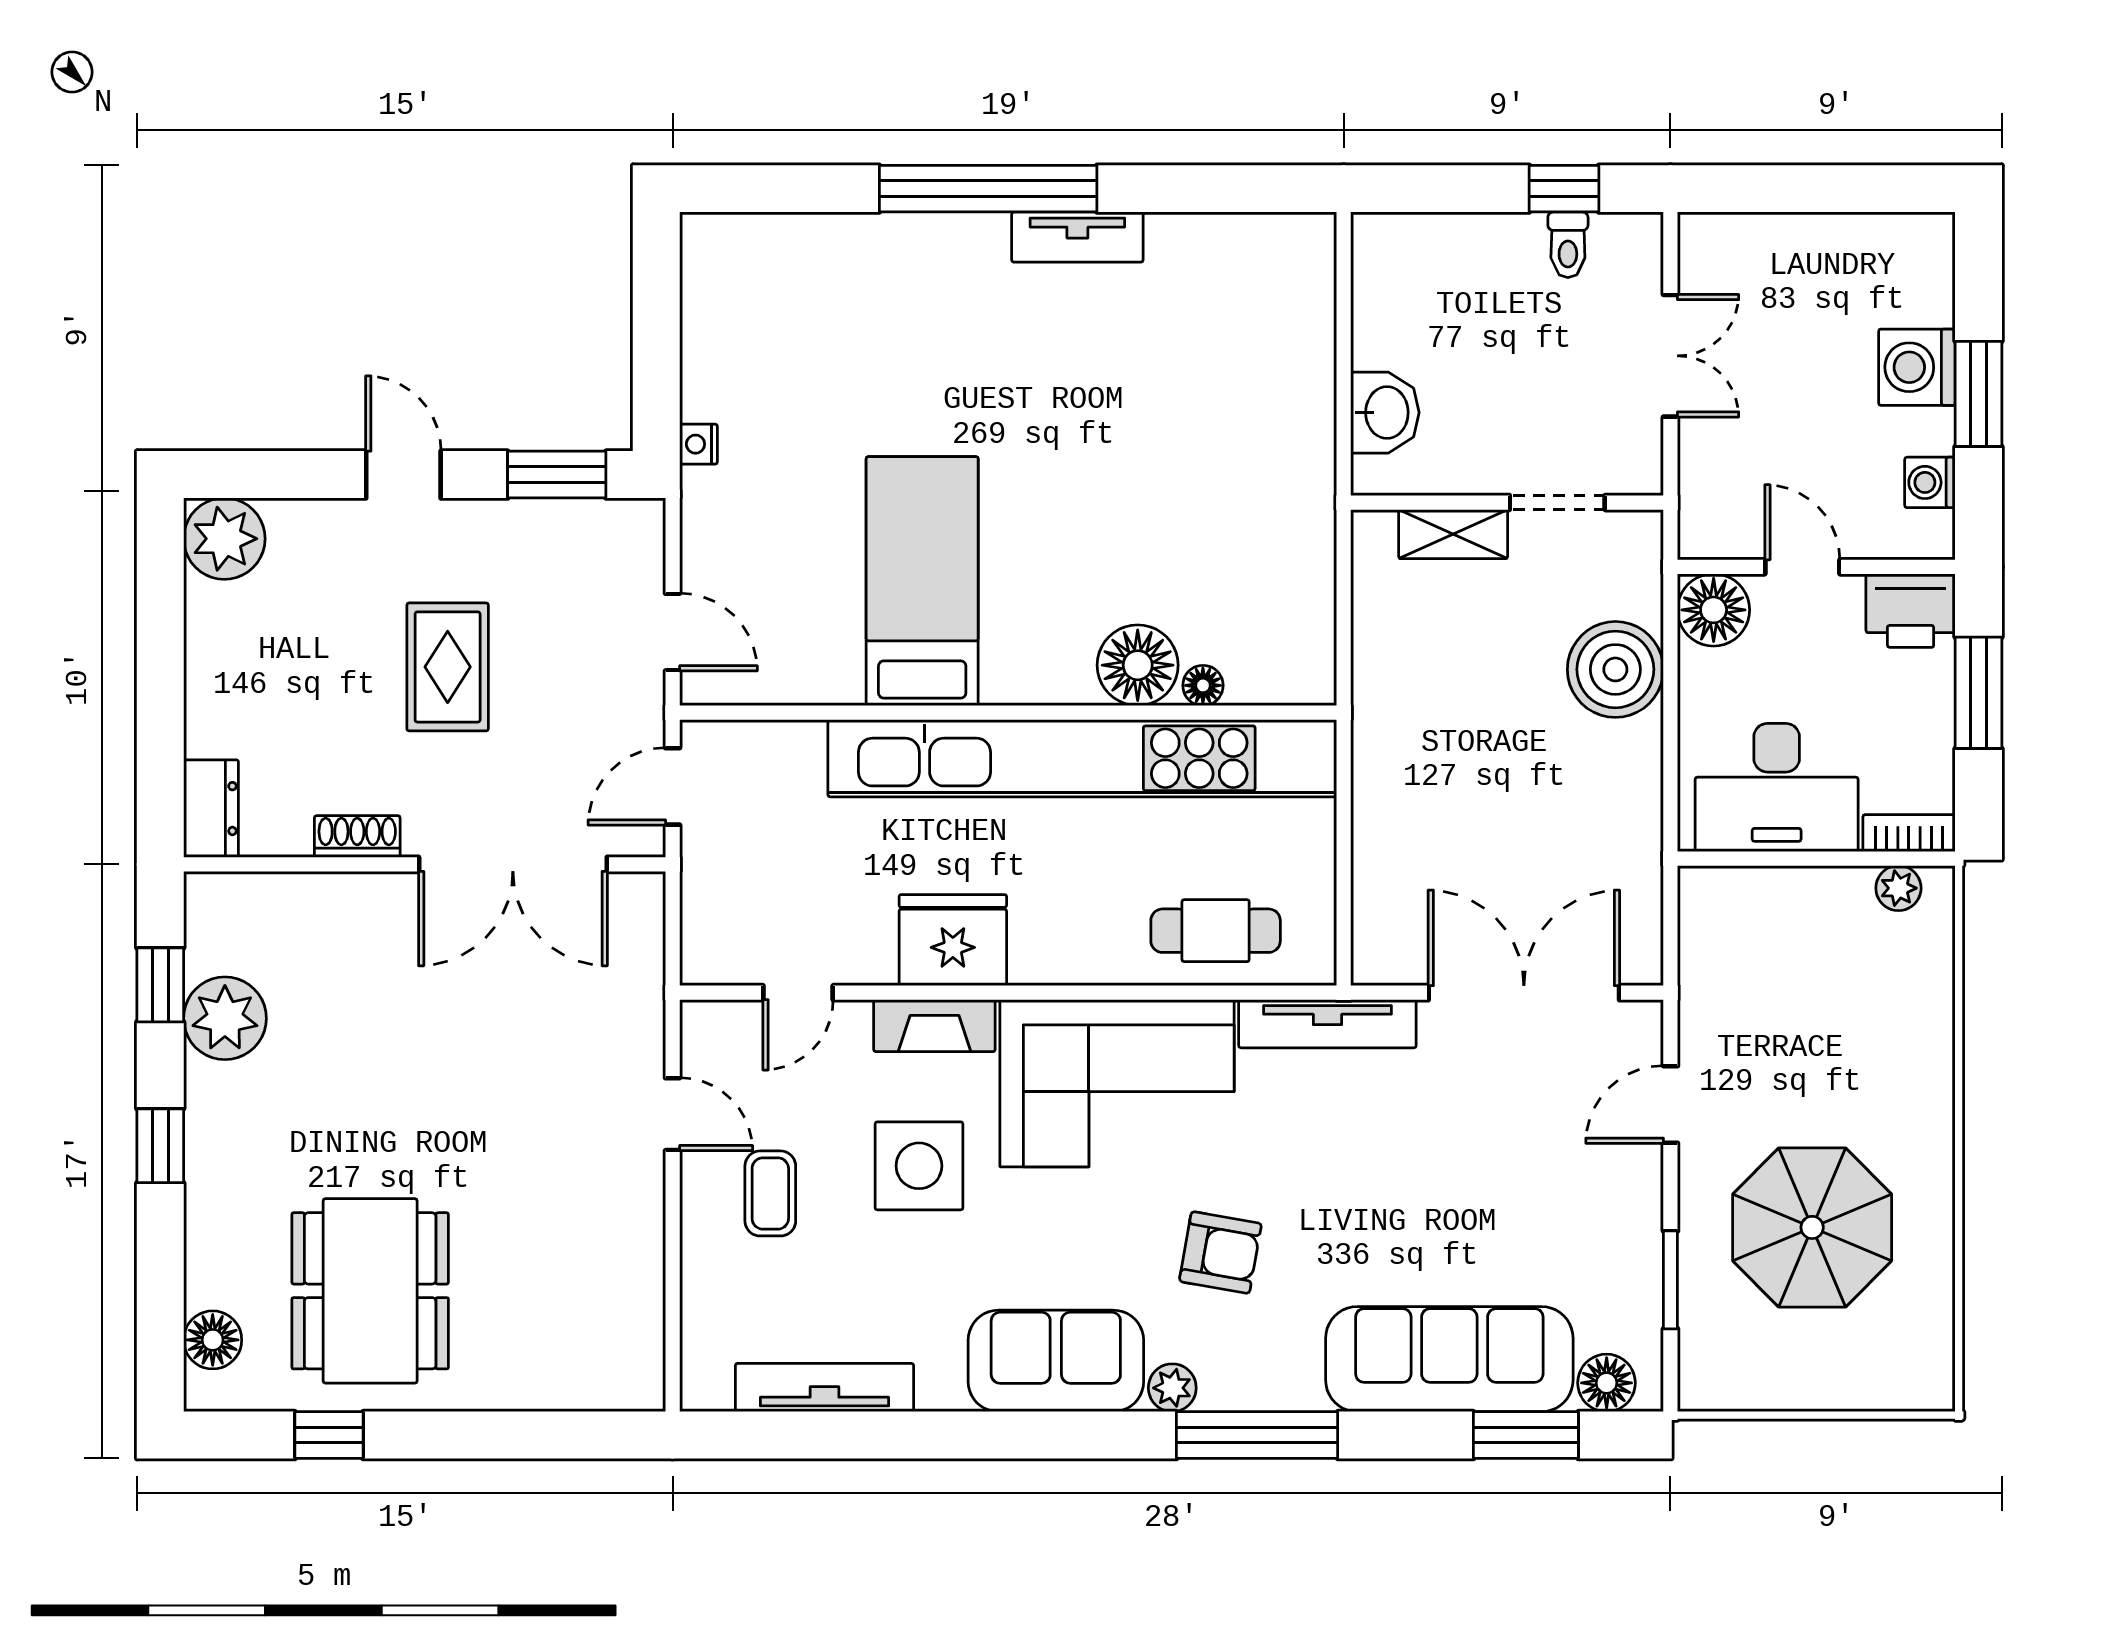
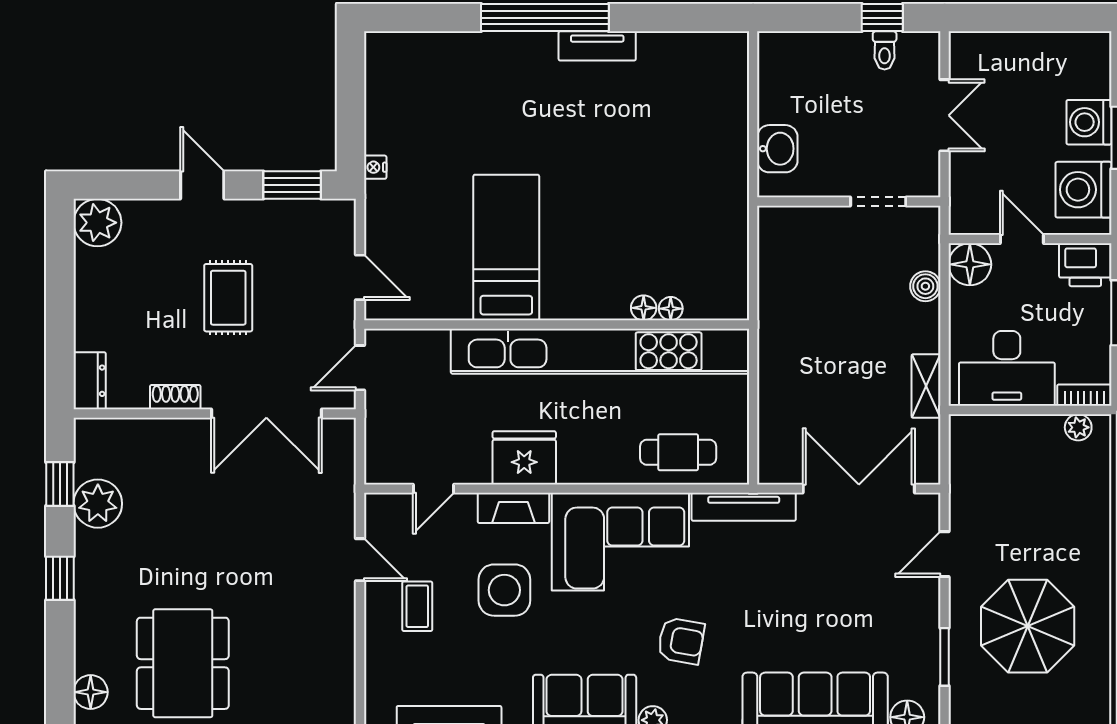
washing machine: (1930, 482) -> (1084, 190), width x1.89, depth x1.89
shelving: (1453, 534) -> (926, 386), moved, turned 90
floor lamp: (1138, 665) -> (644, 308), width x0.53, depth x0.53
boiler: (1615, 669) -> (925, 286), width x0.54, depth x0.54

